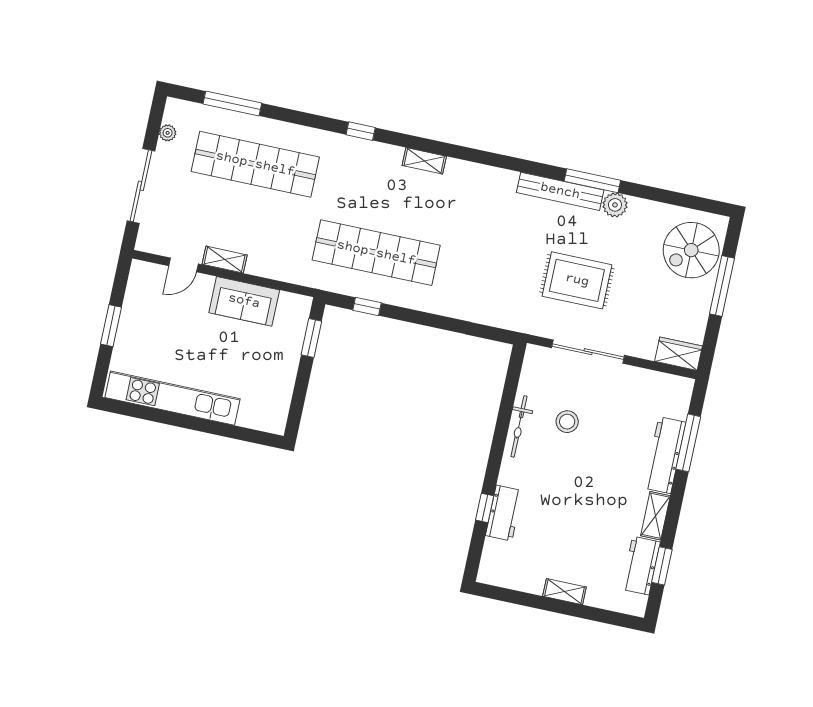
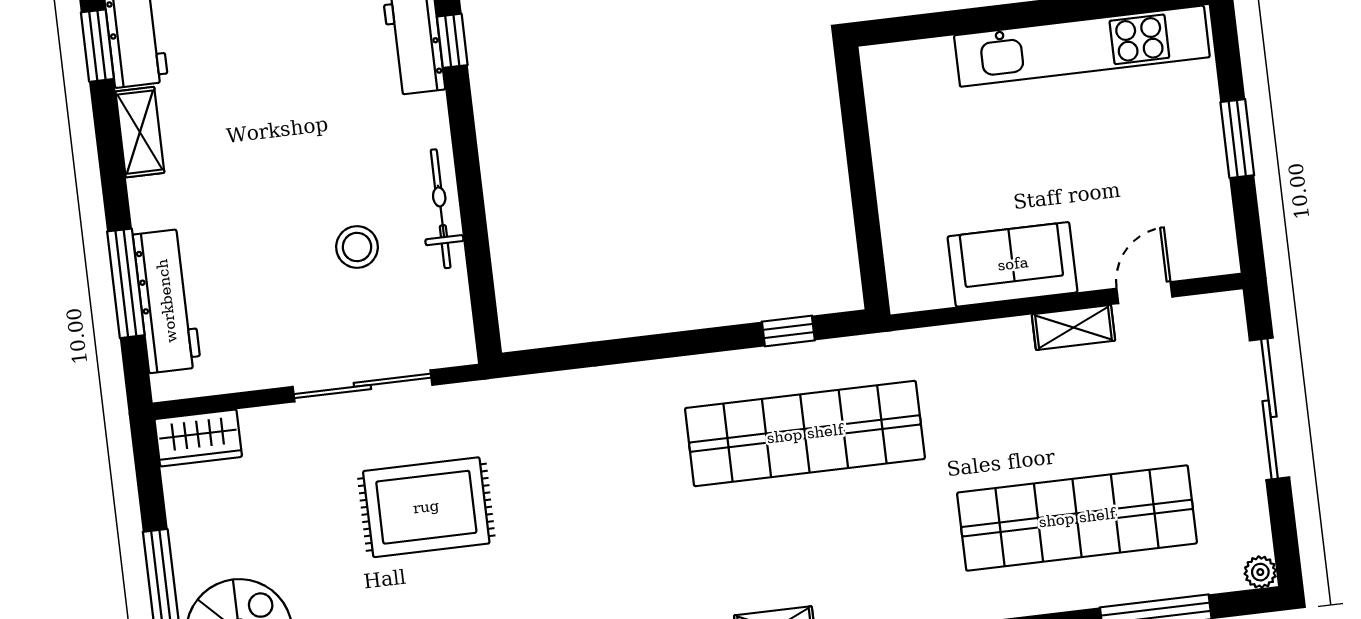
plant: (168, 133) -> (1260, 572), moved
window: (311, 338) -> (869, 240), removed
workbench: (665, 455) -> (167, 301), moved

